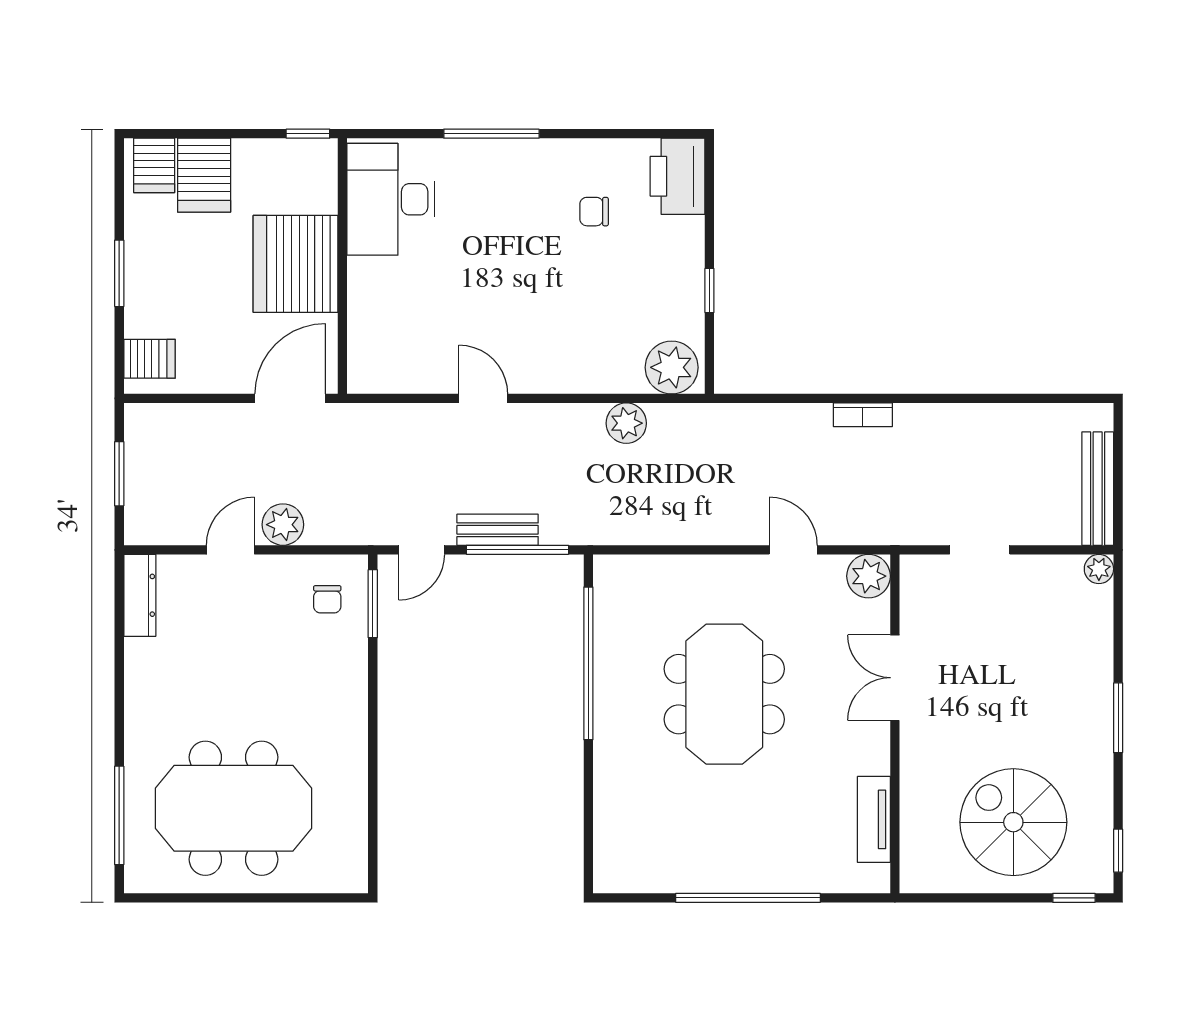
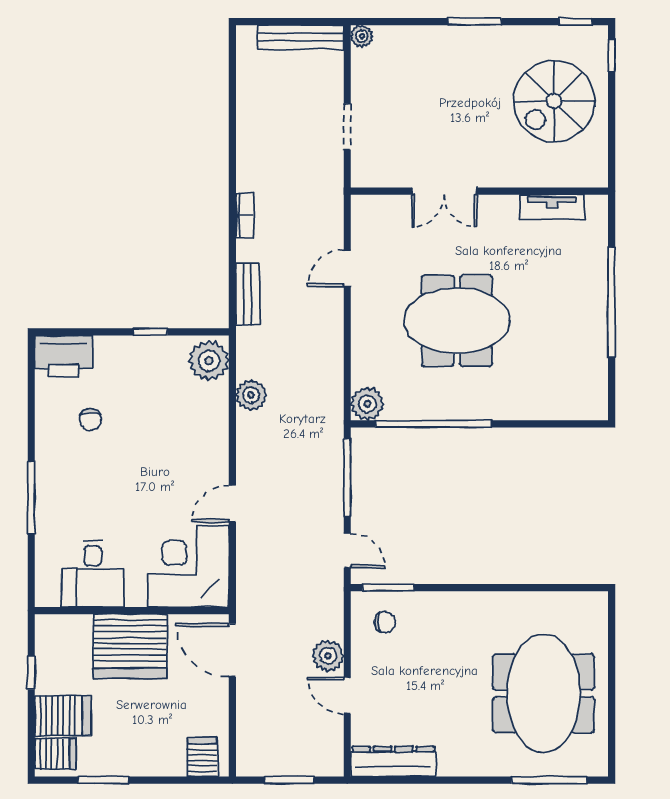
window: (308, 134) -> (31, 673), moved
desk: (391, 199) -> (93, 574), width x0.73
window: (119, 273) -> (104, 780), moved
corner desk: (400, 340) -> (188, 567), added
bench: (498, 530) -> (248, 294), moved
plant: (869, 576) -> (367, 404), moved
dresser: (140, 595) -> (393, 761), width x1.37, depth x1.24

